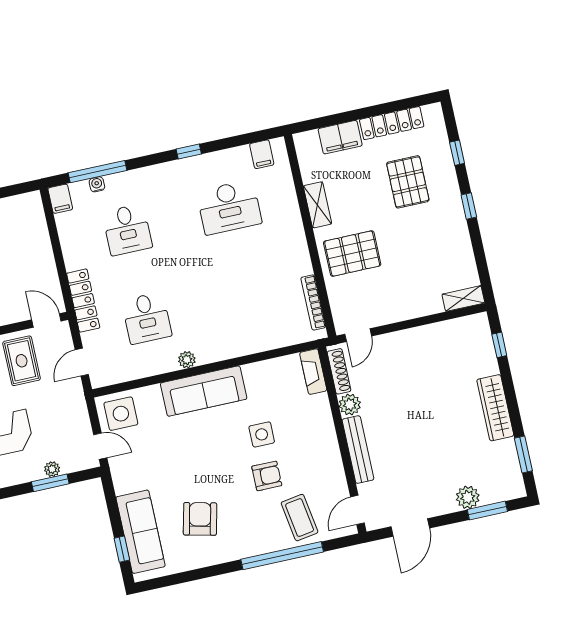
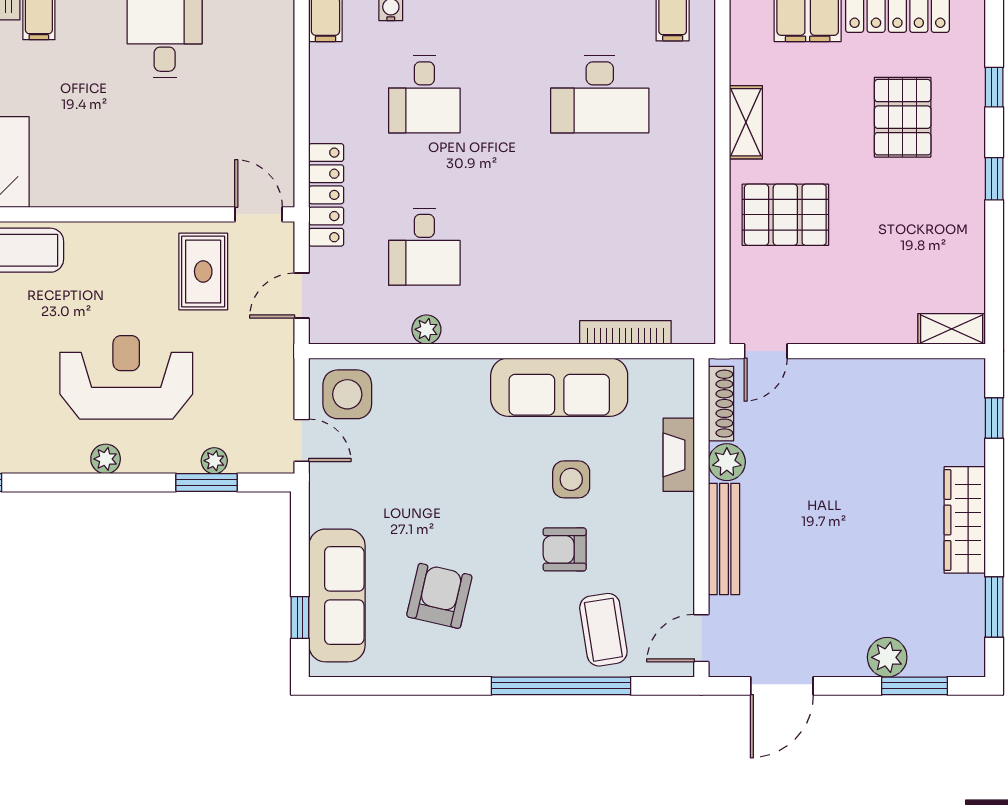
bookcase: (313, 302) -> (625, 332), moved, turned 90
plant: (187, 360) -> (426, 329), moved
fireplace: (313, 372) -> (679, 455), moved
sofa: (204, 391) -> (559, 387), moved
armchair: (267, 476) -> (565, 549), turned 180

